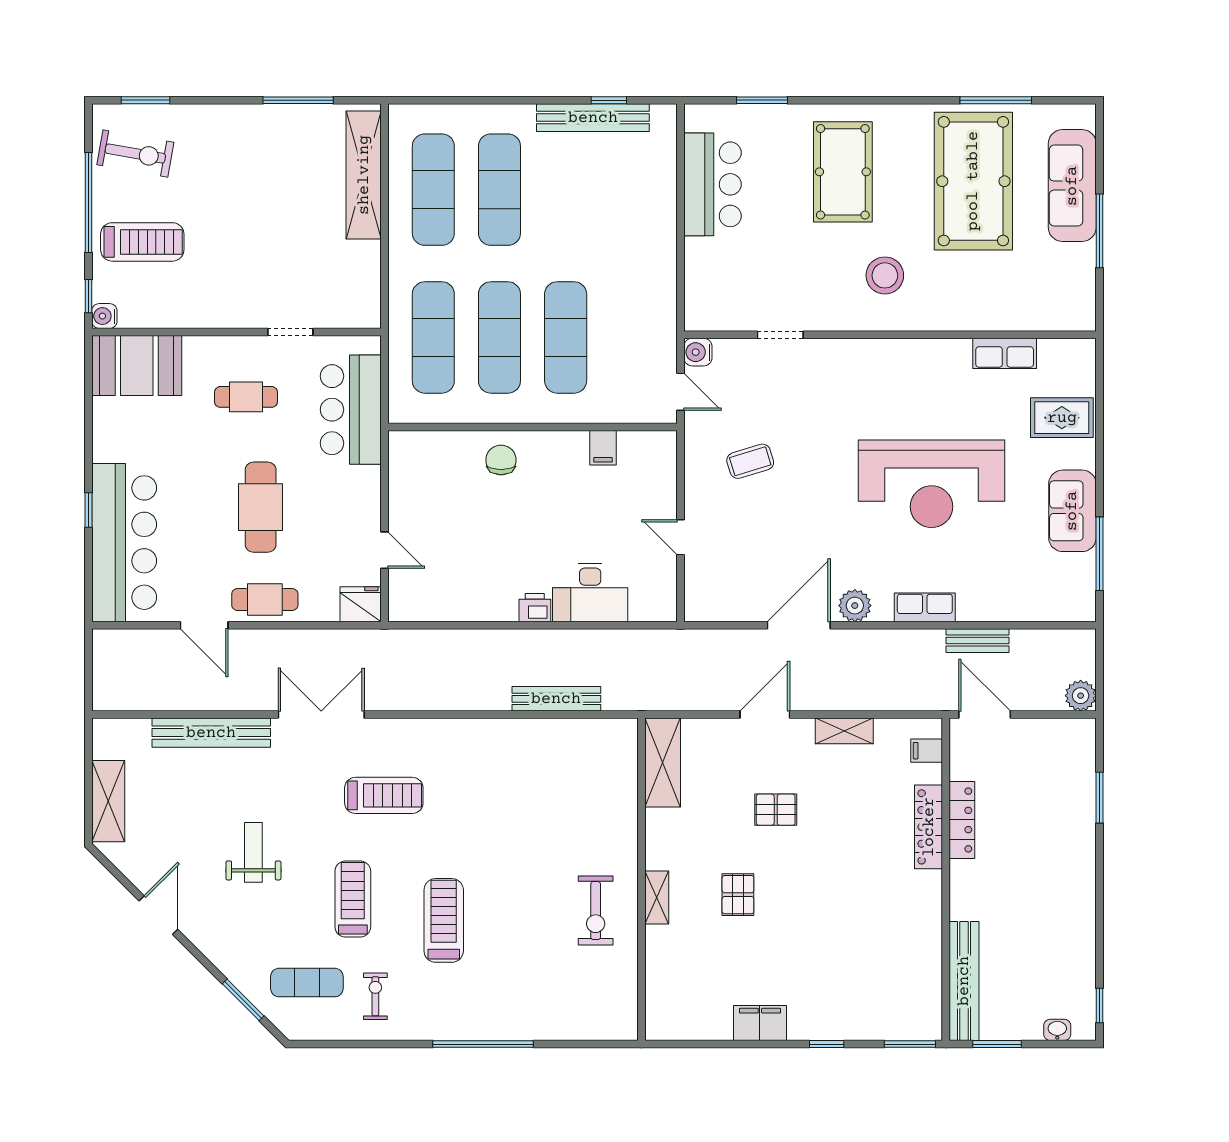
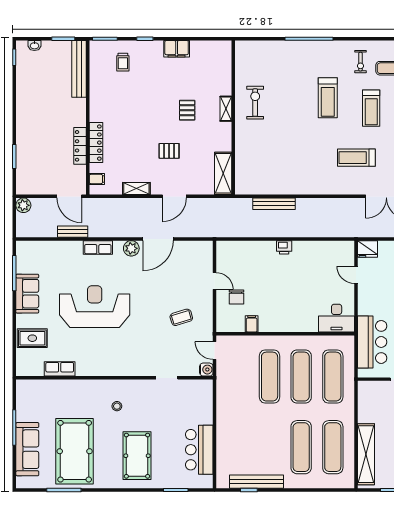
stool: (885, 275) -> (117, 406), width x0.53, depth x0.53
chair: (501, 460) -> (236, 297), moved
desk: (590, 592) -> (337, 318), moved, turned 180
trolley: (872, 995) -> (123, 62), added

